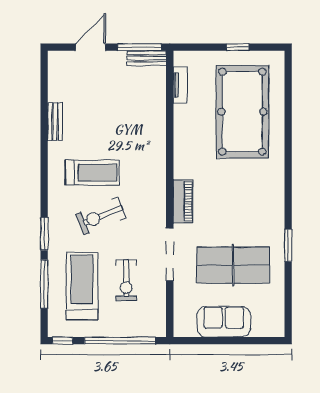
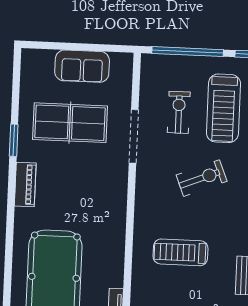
treadmill: (92, 173) -> (180, 252), moved
piano: (183, 201) -> (25, 184), moved, turned 180

